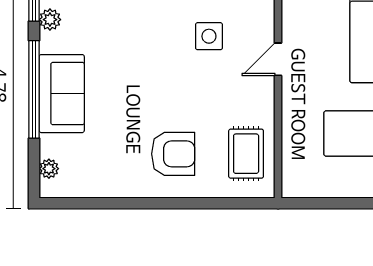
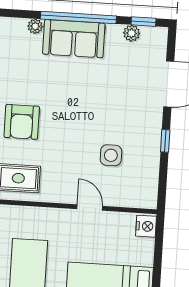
plant: (49, 169) -> (35, 26), moved

